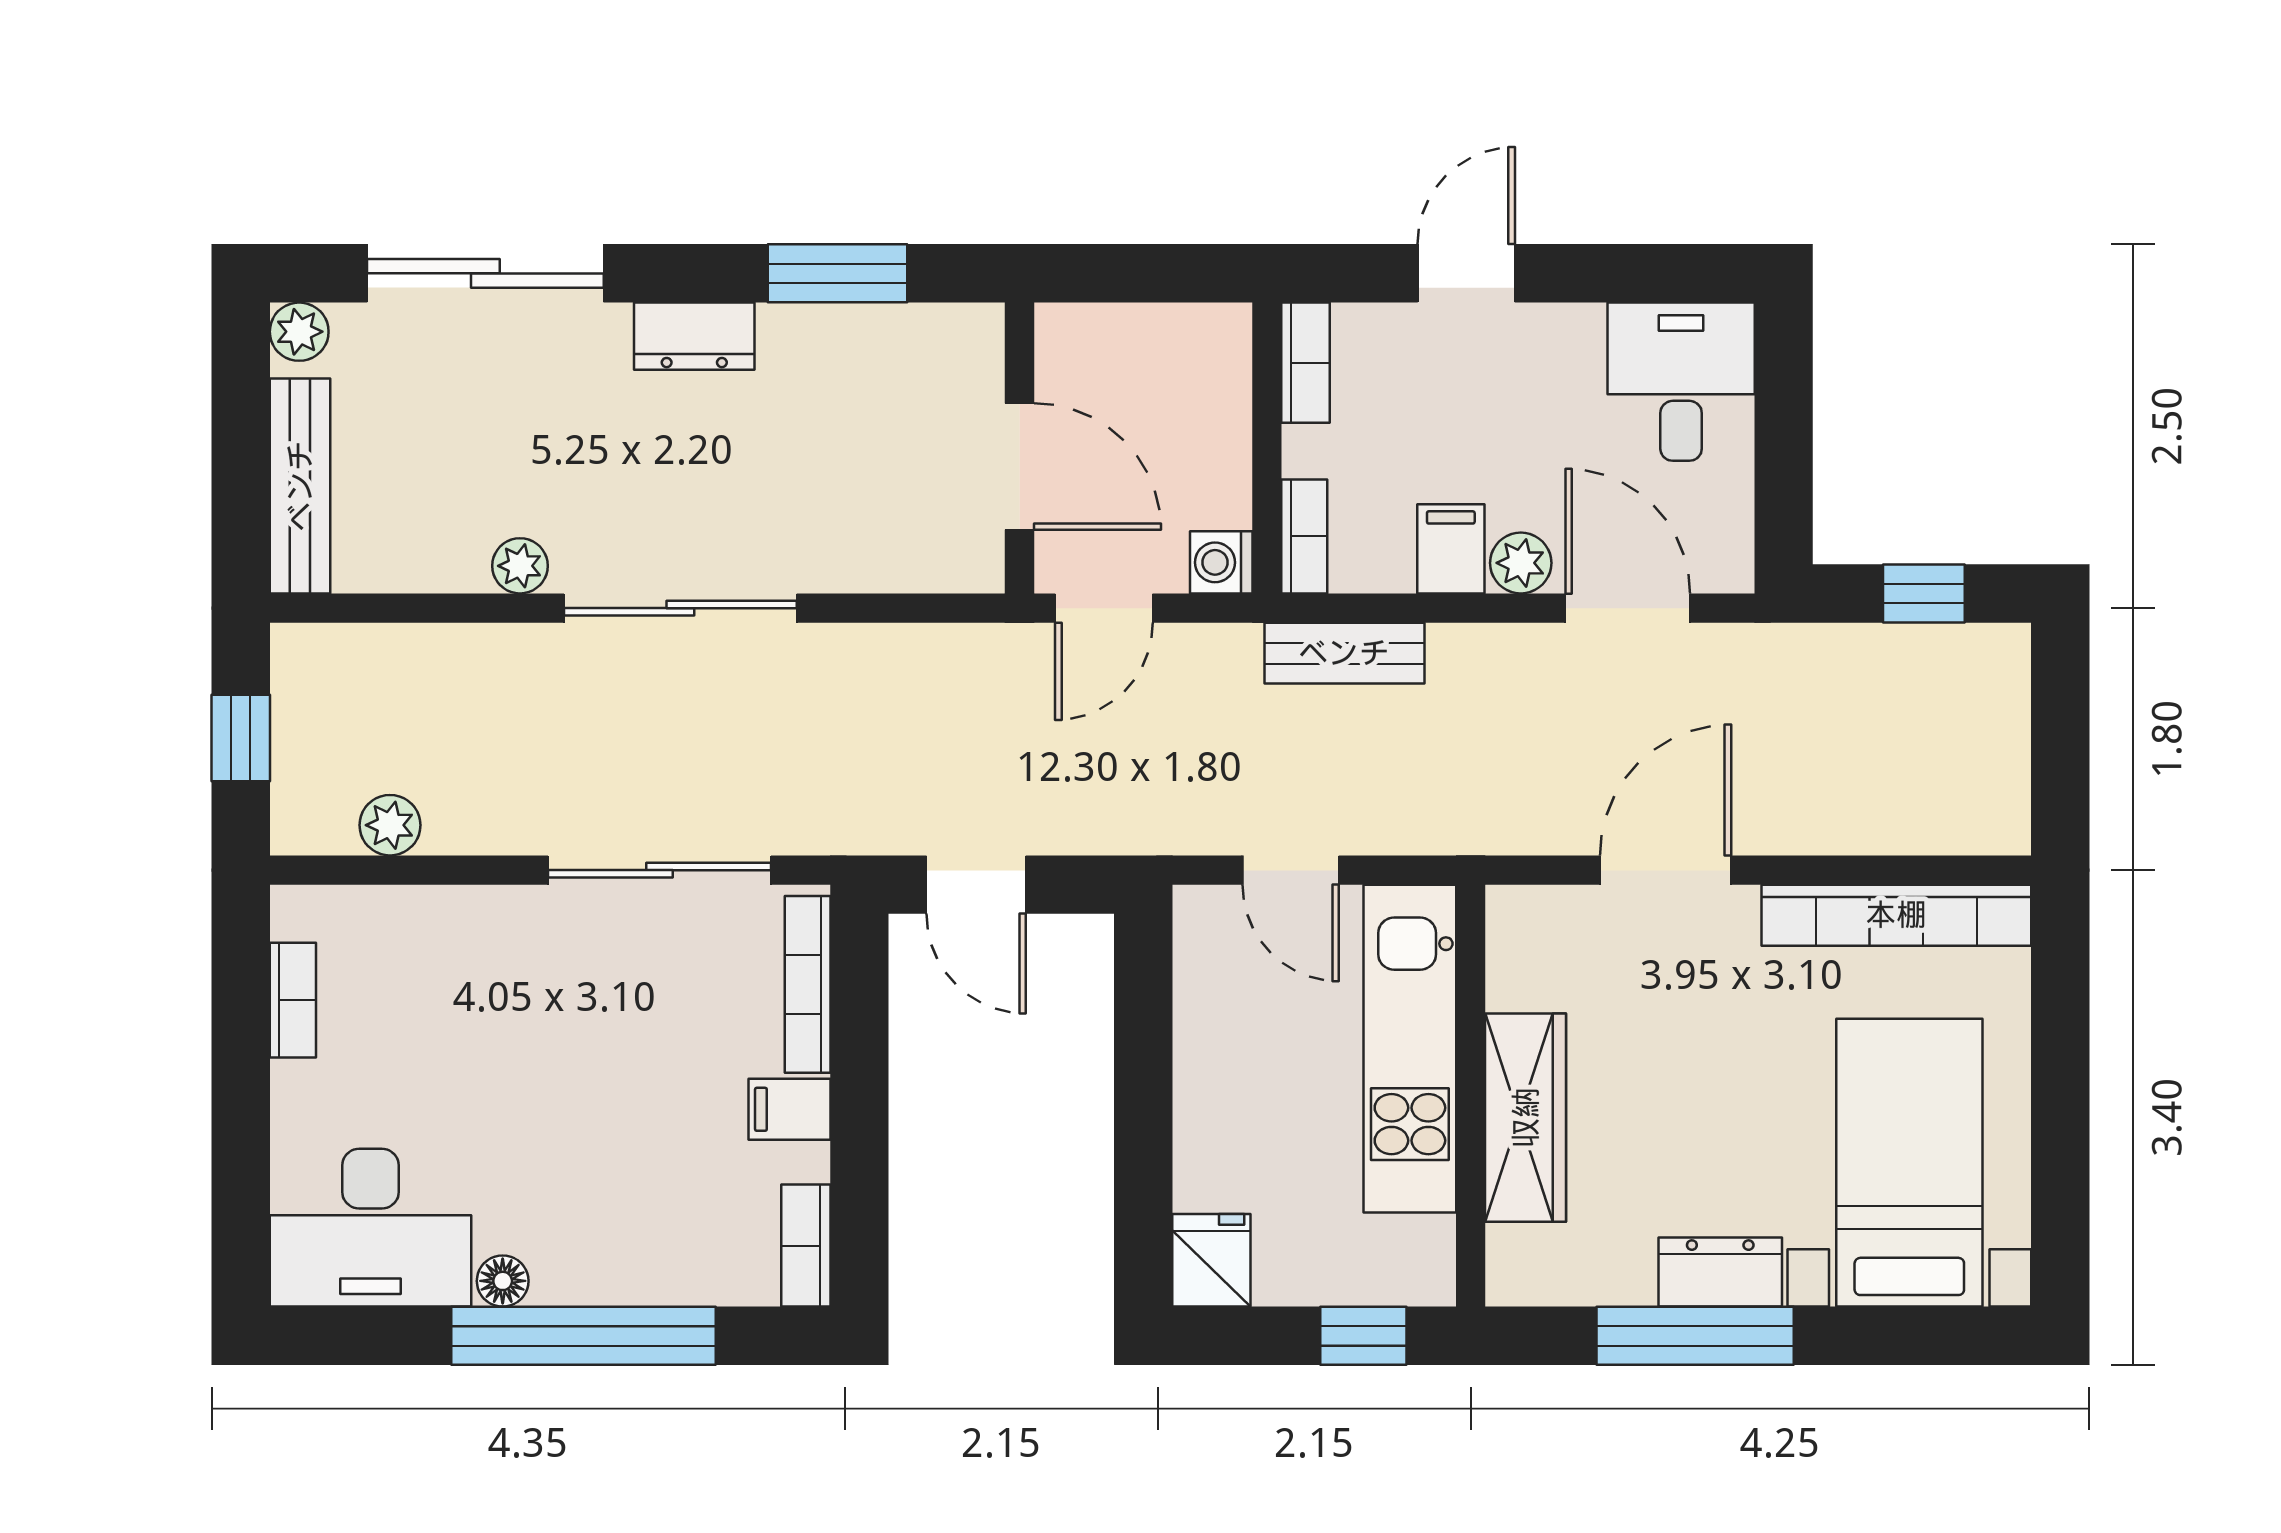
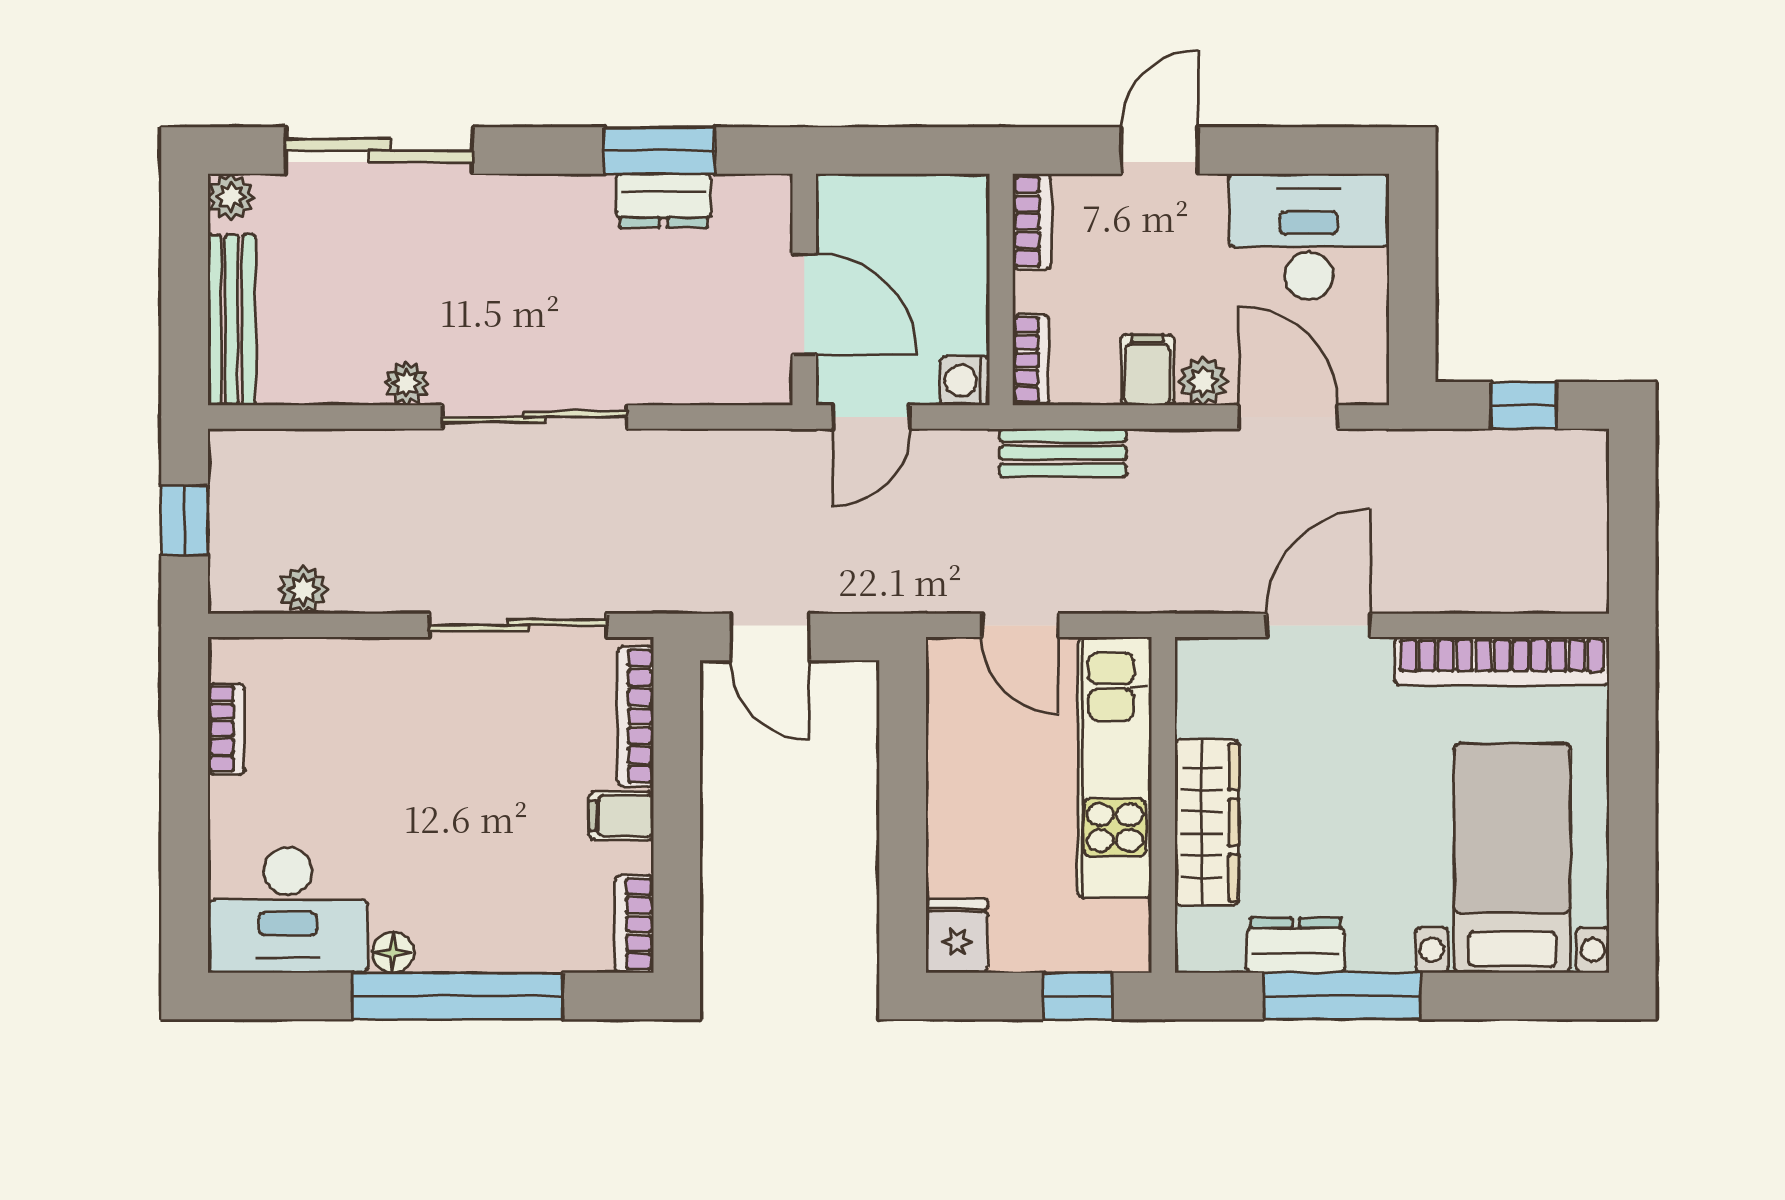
dresser: (694, 336) -> (664, 201), moved
desk: (1681, 382) -> (1309, 237), width x1.37
dresser: (1720, 1272) -> (1296, 945), moved

